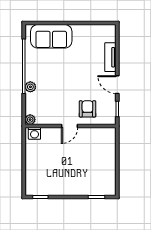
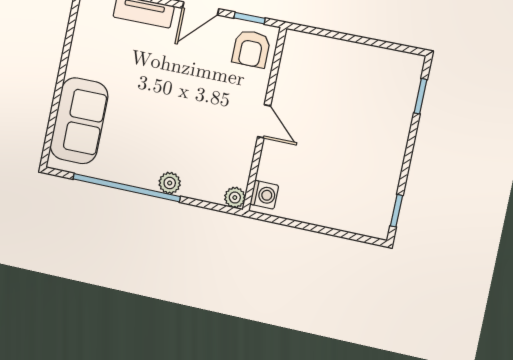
armchair: (87, 109) -> (251, 49), moved, turned -90

